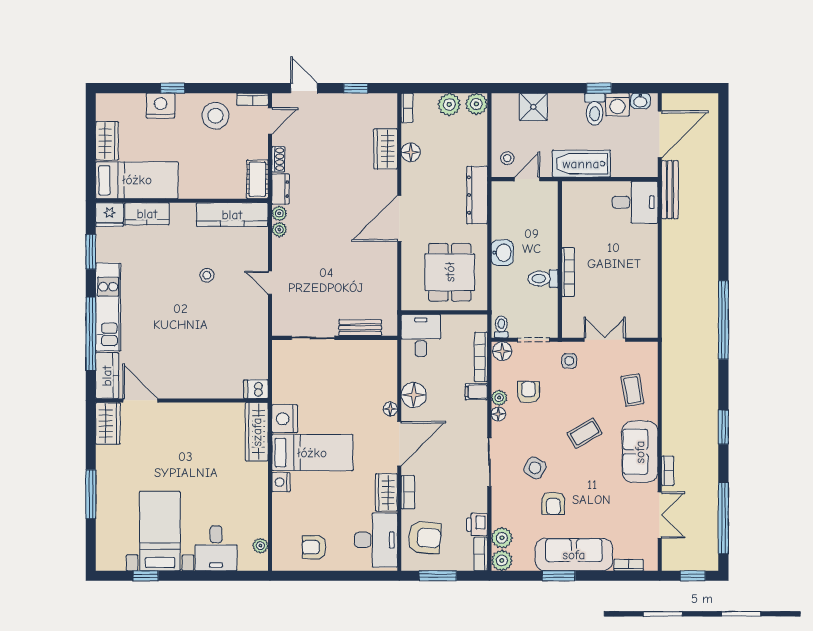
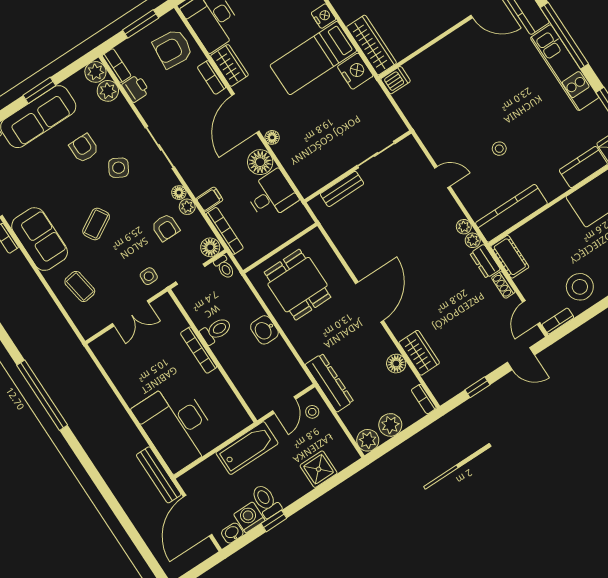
dresser: (477, 195) -> (329, 383), moved
desk: (635, 202) -> (176, 426), width x1.87, depth x1.30
desk: (421, 336) -> (272, 195), moved, turned -90

